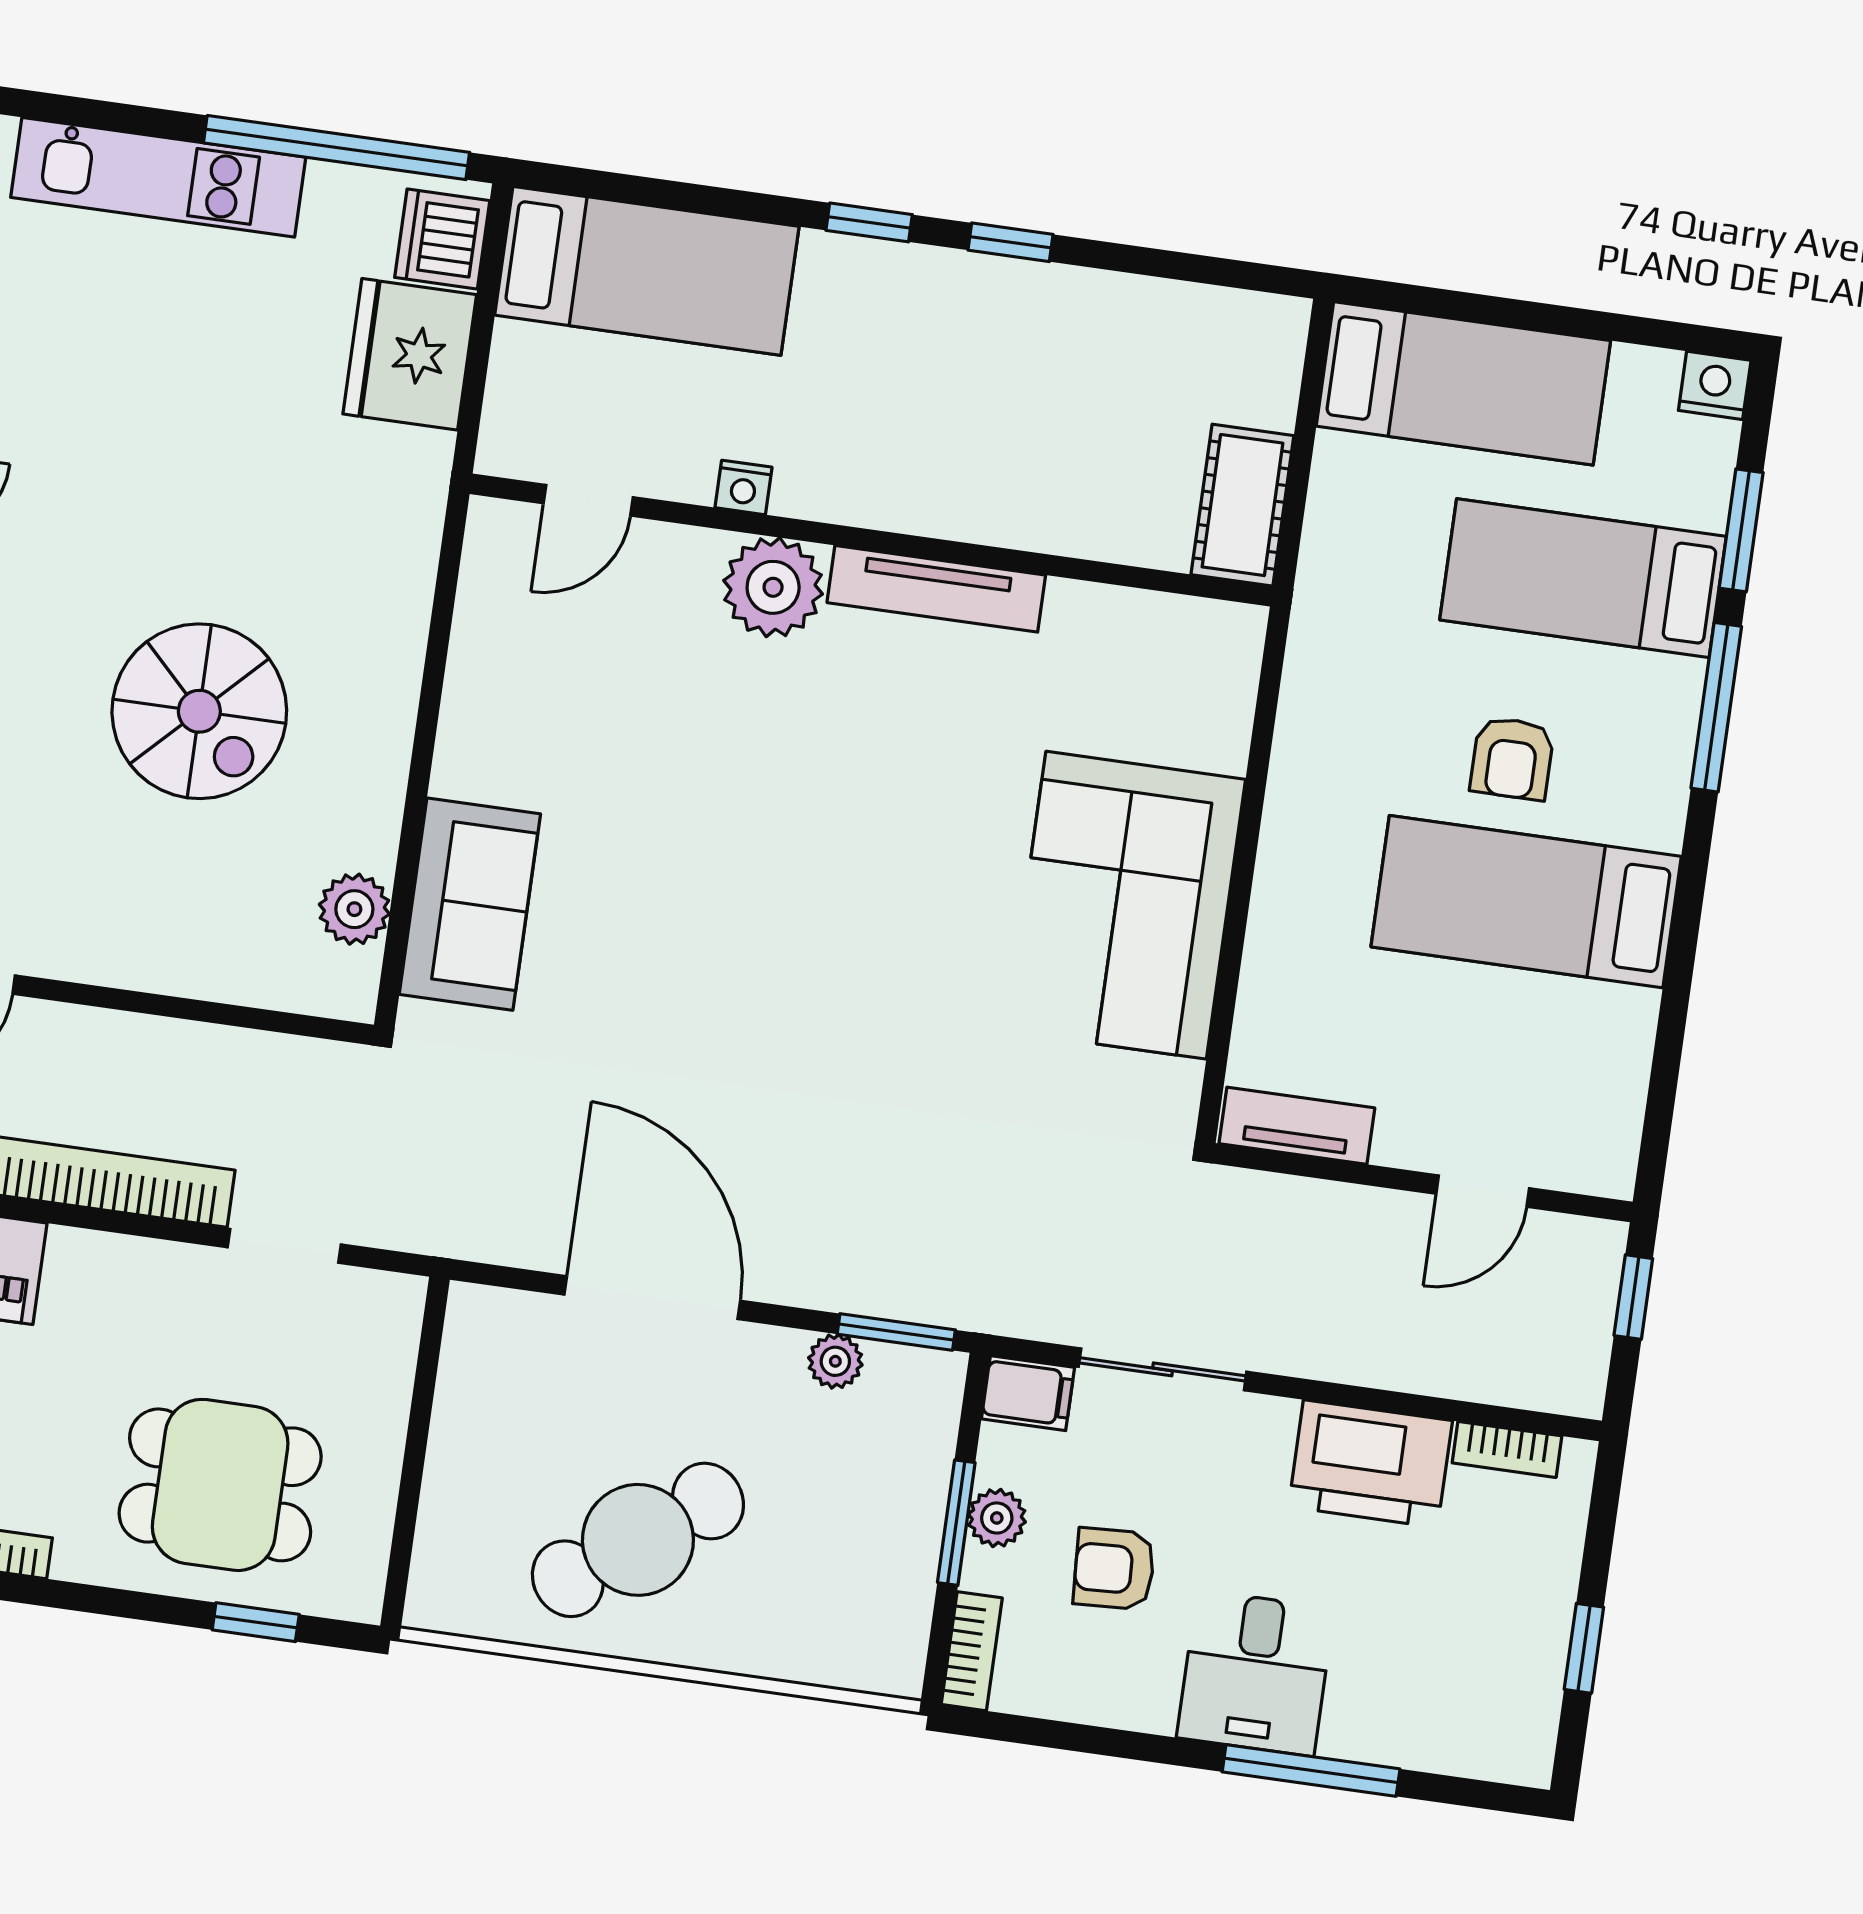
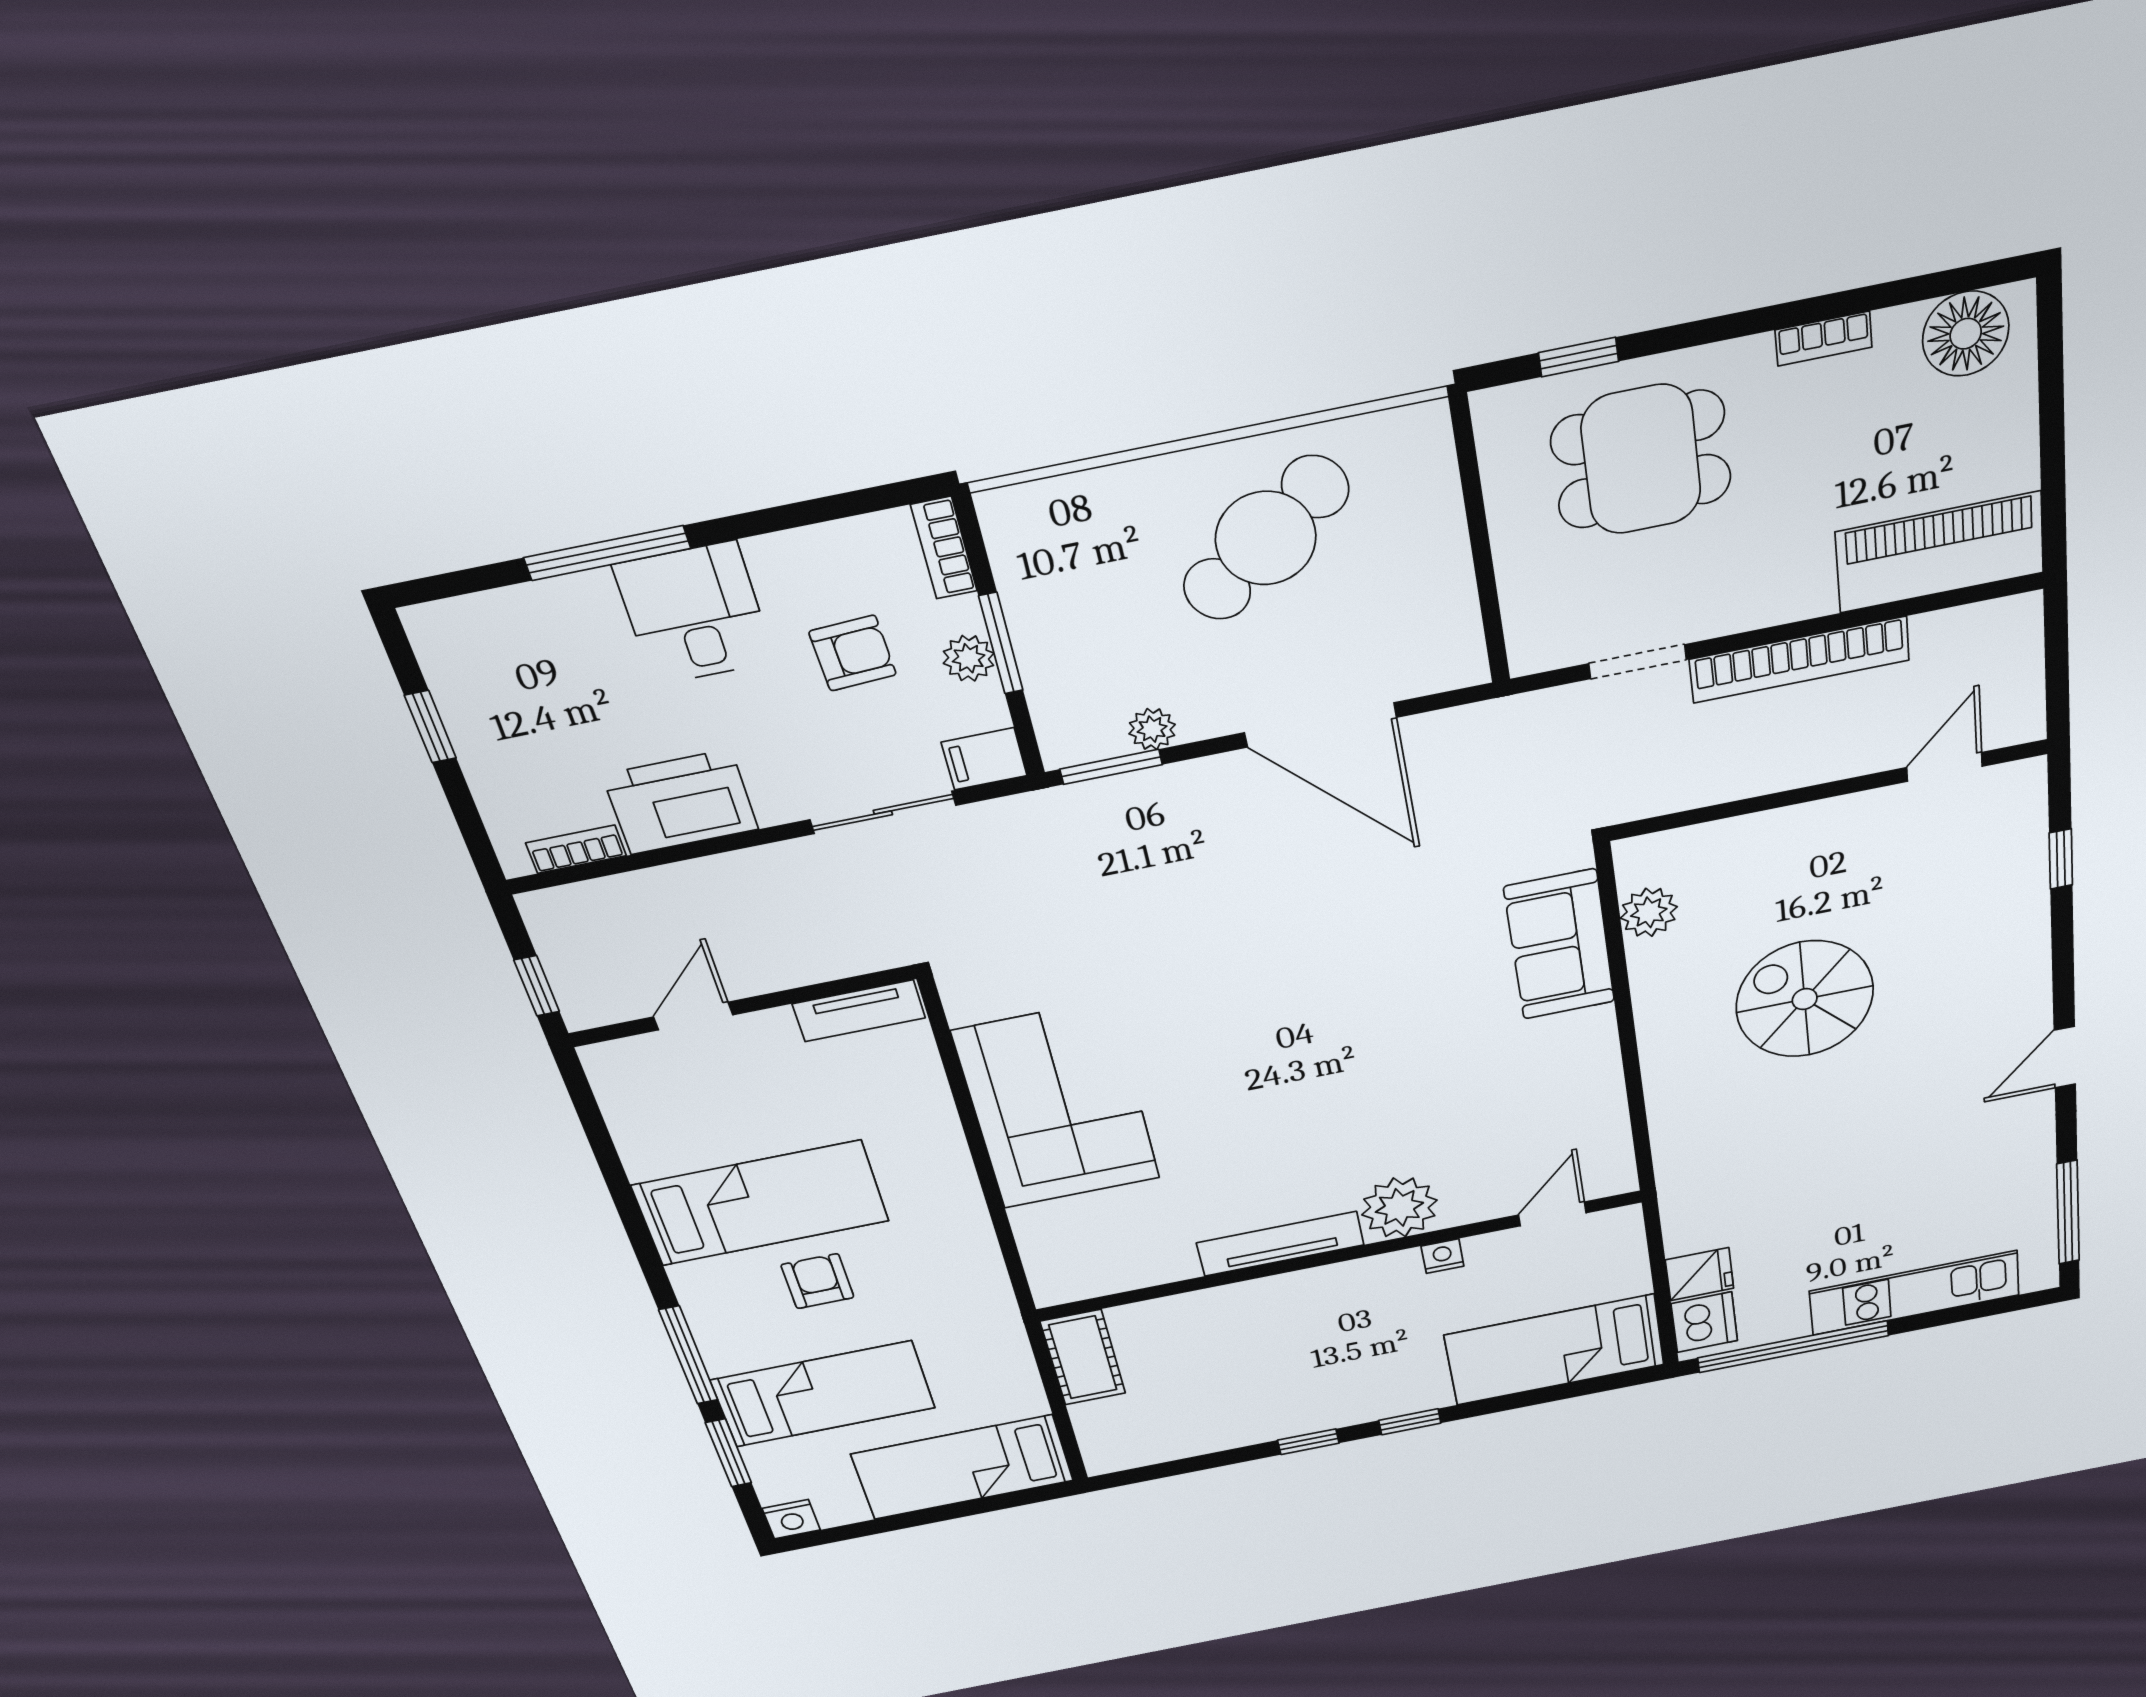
fridge: (410, 354) -> (1700, 1274), width x0.53, depth x0.75

